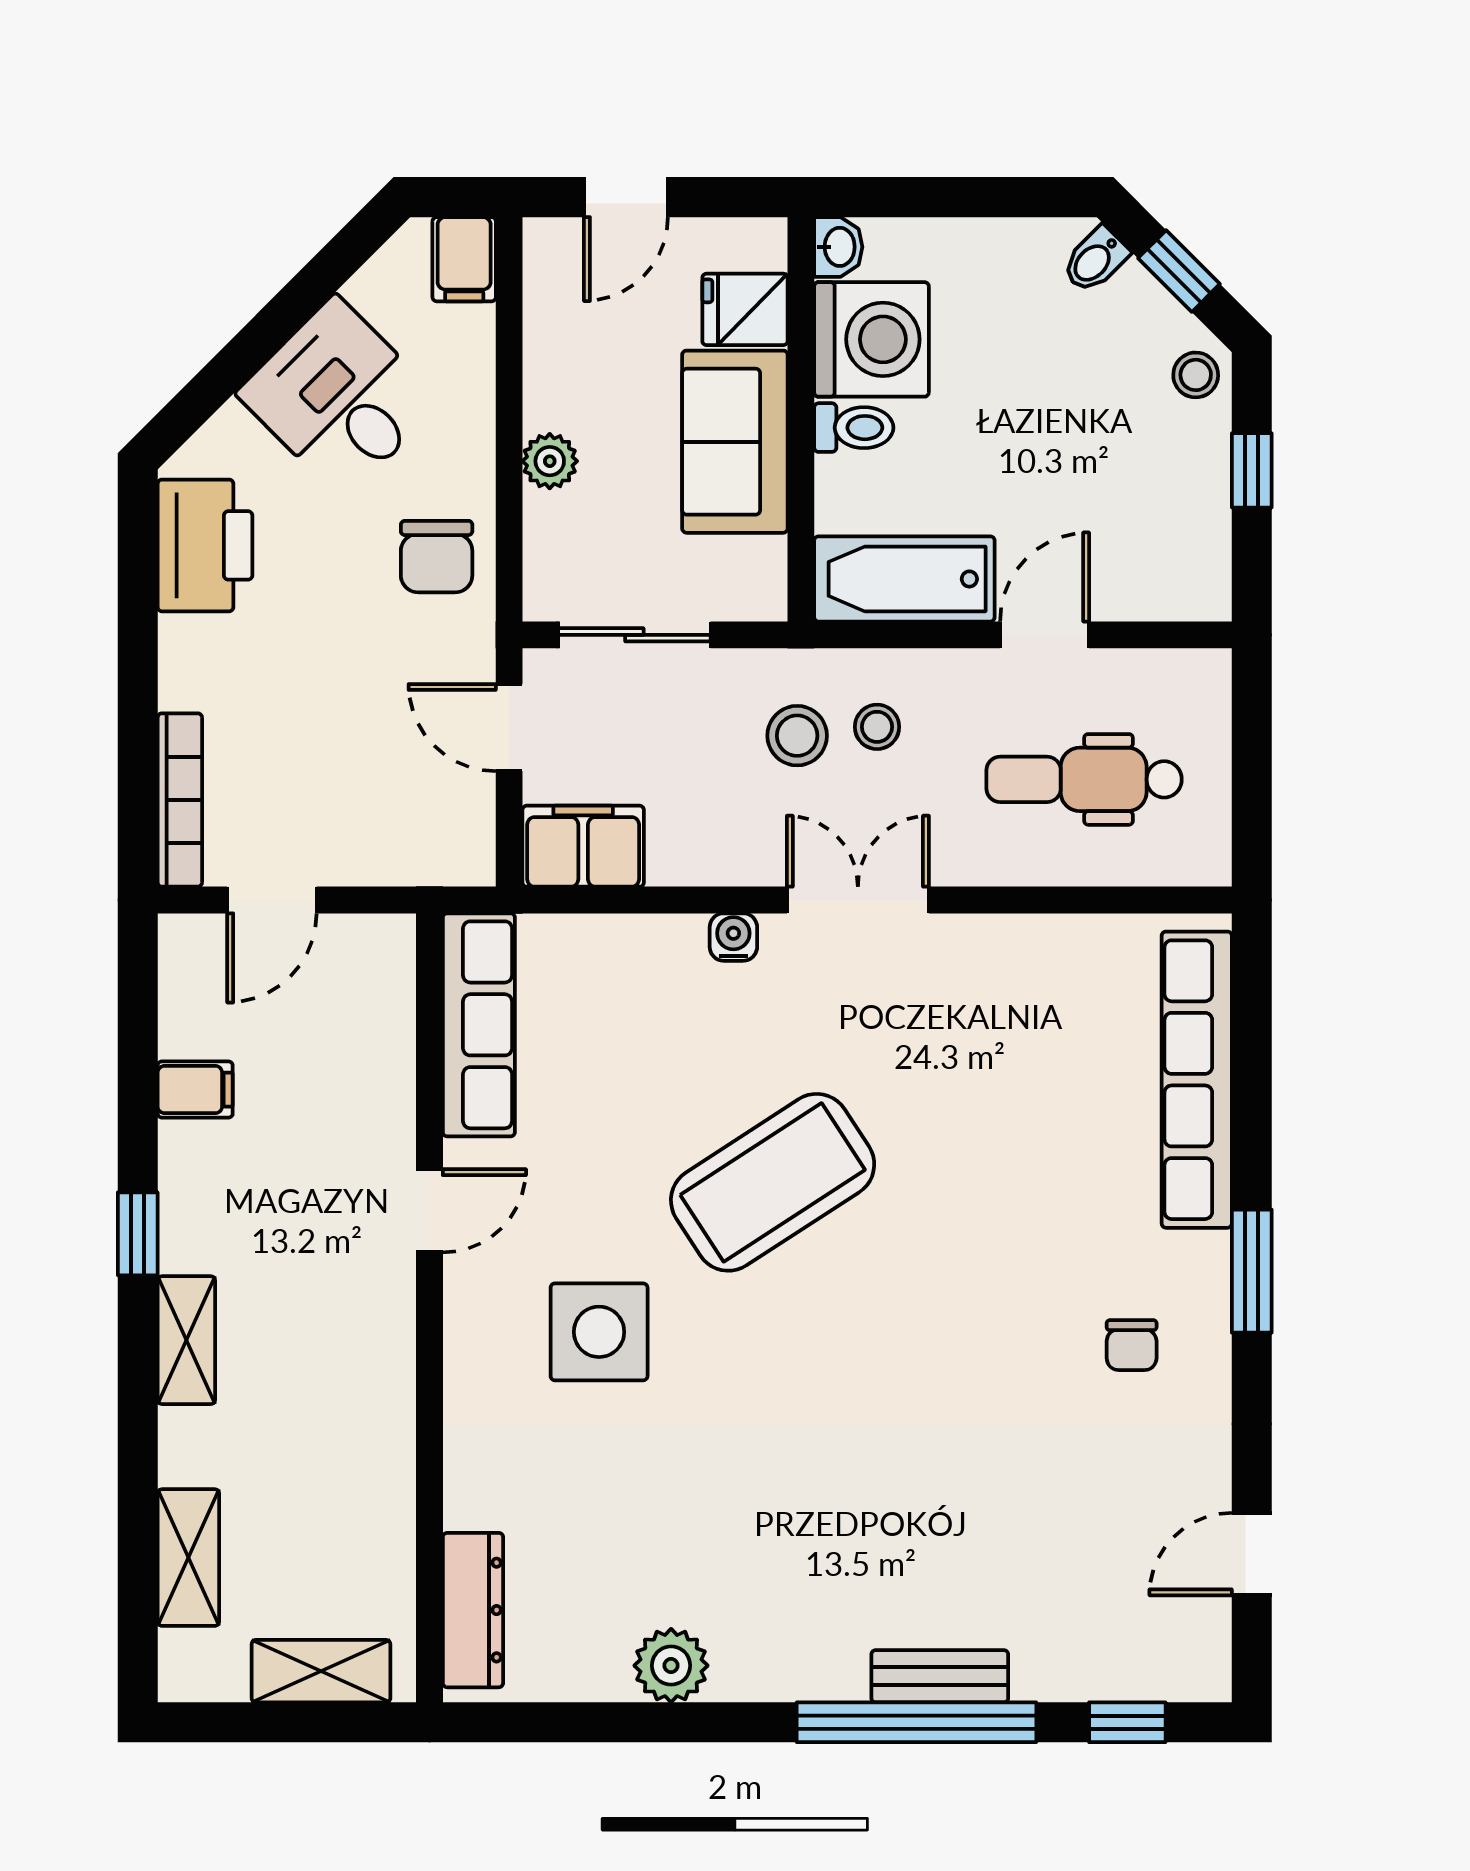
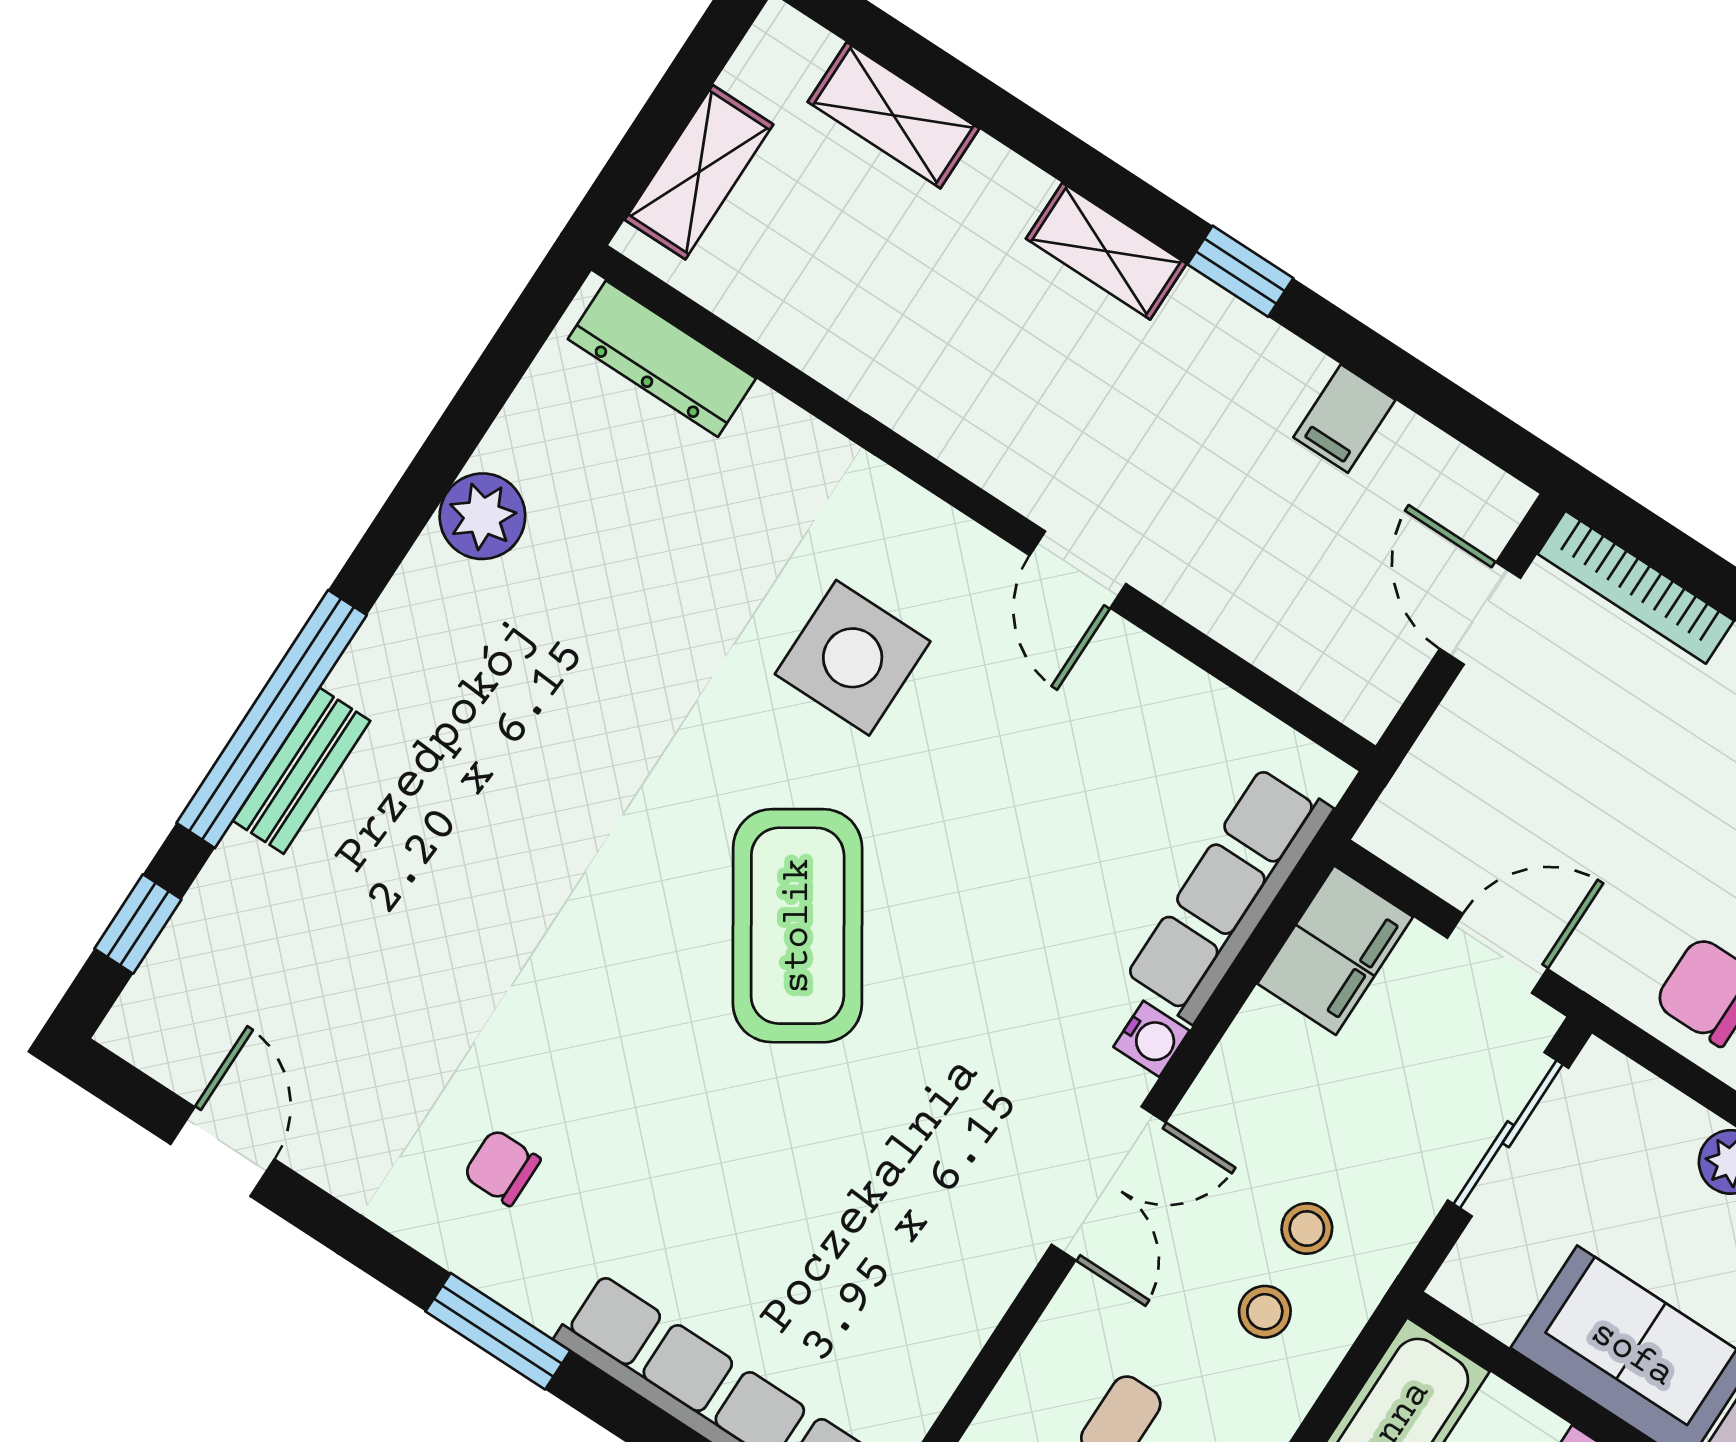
stool: (797, 736) -> (1307, 1229), width x0.73, depth x0.73
row of seats: (479, 1025) -> (1229, 894), moved, turned 90
coffee table: (773, 1182) -> (798, 926), moved

